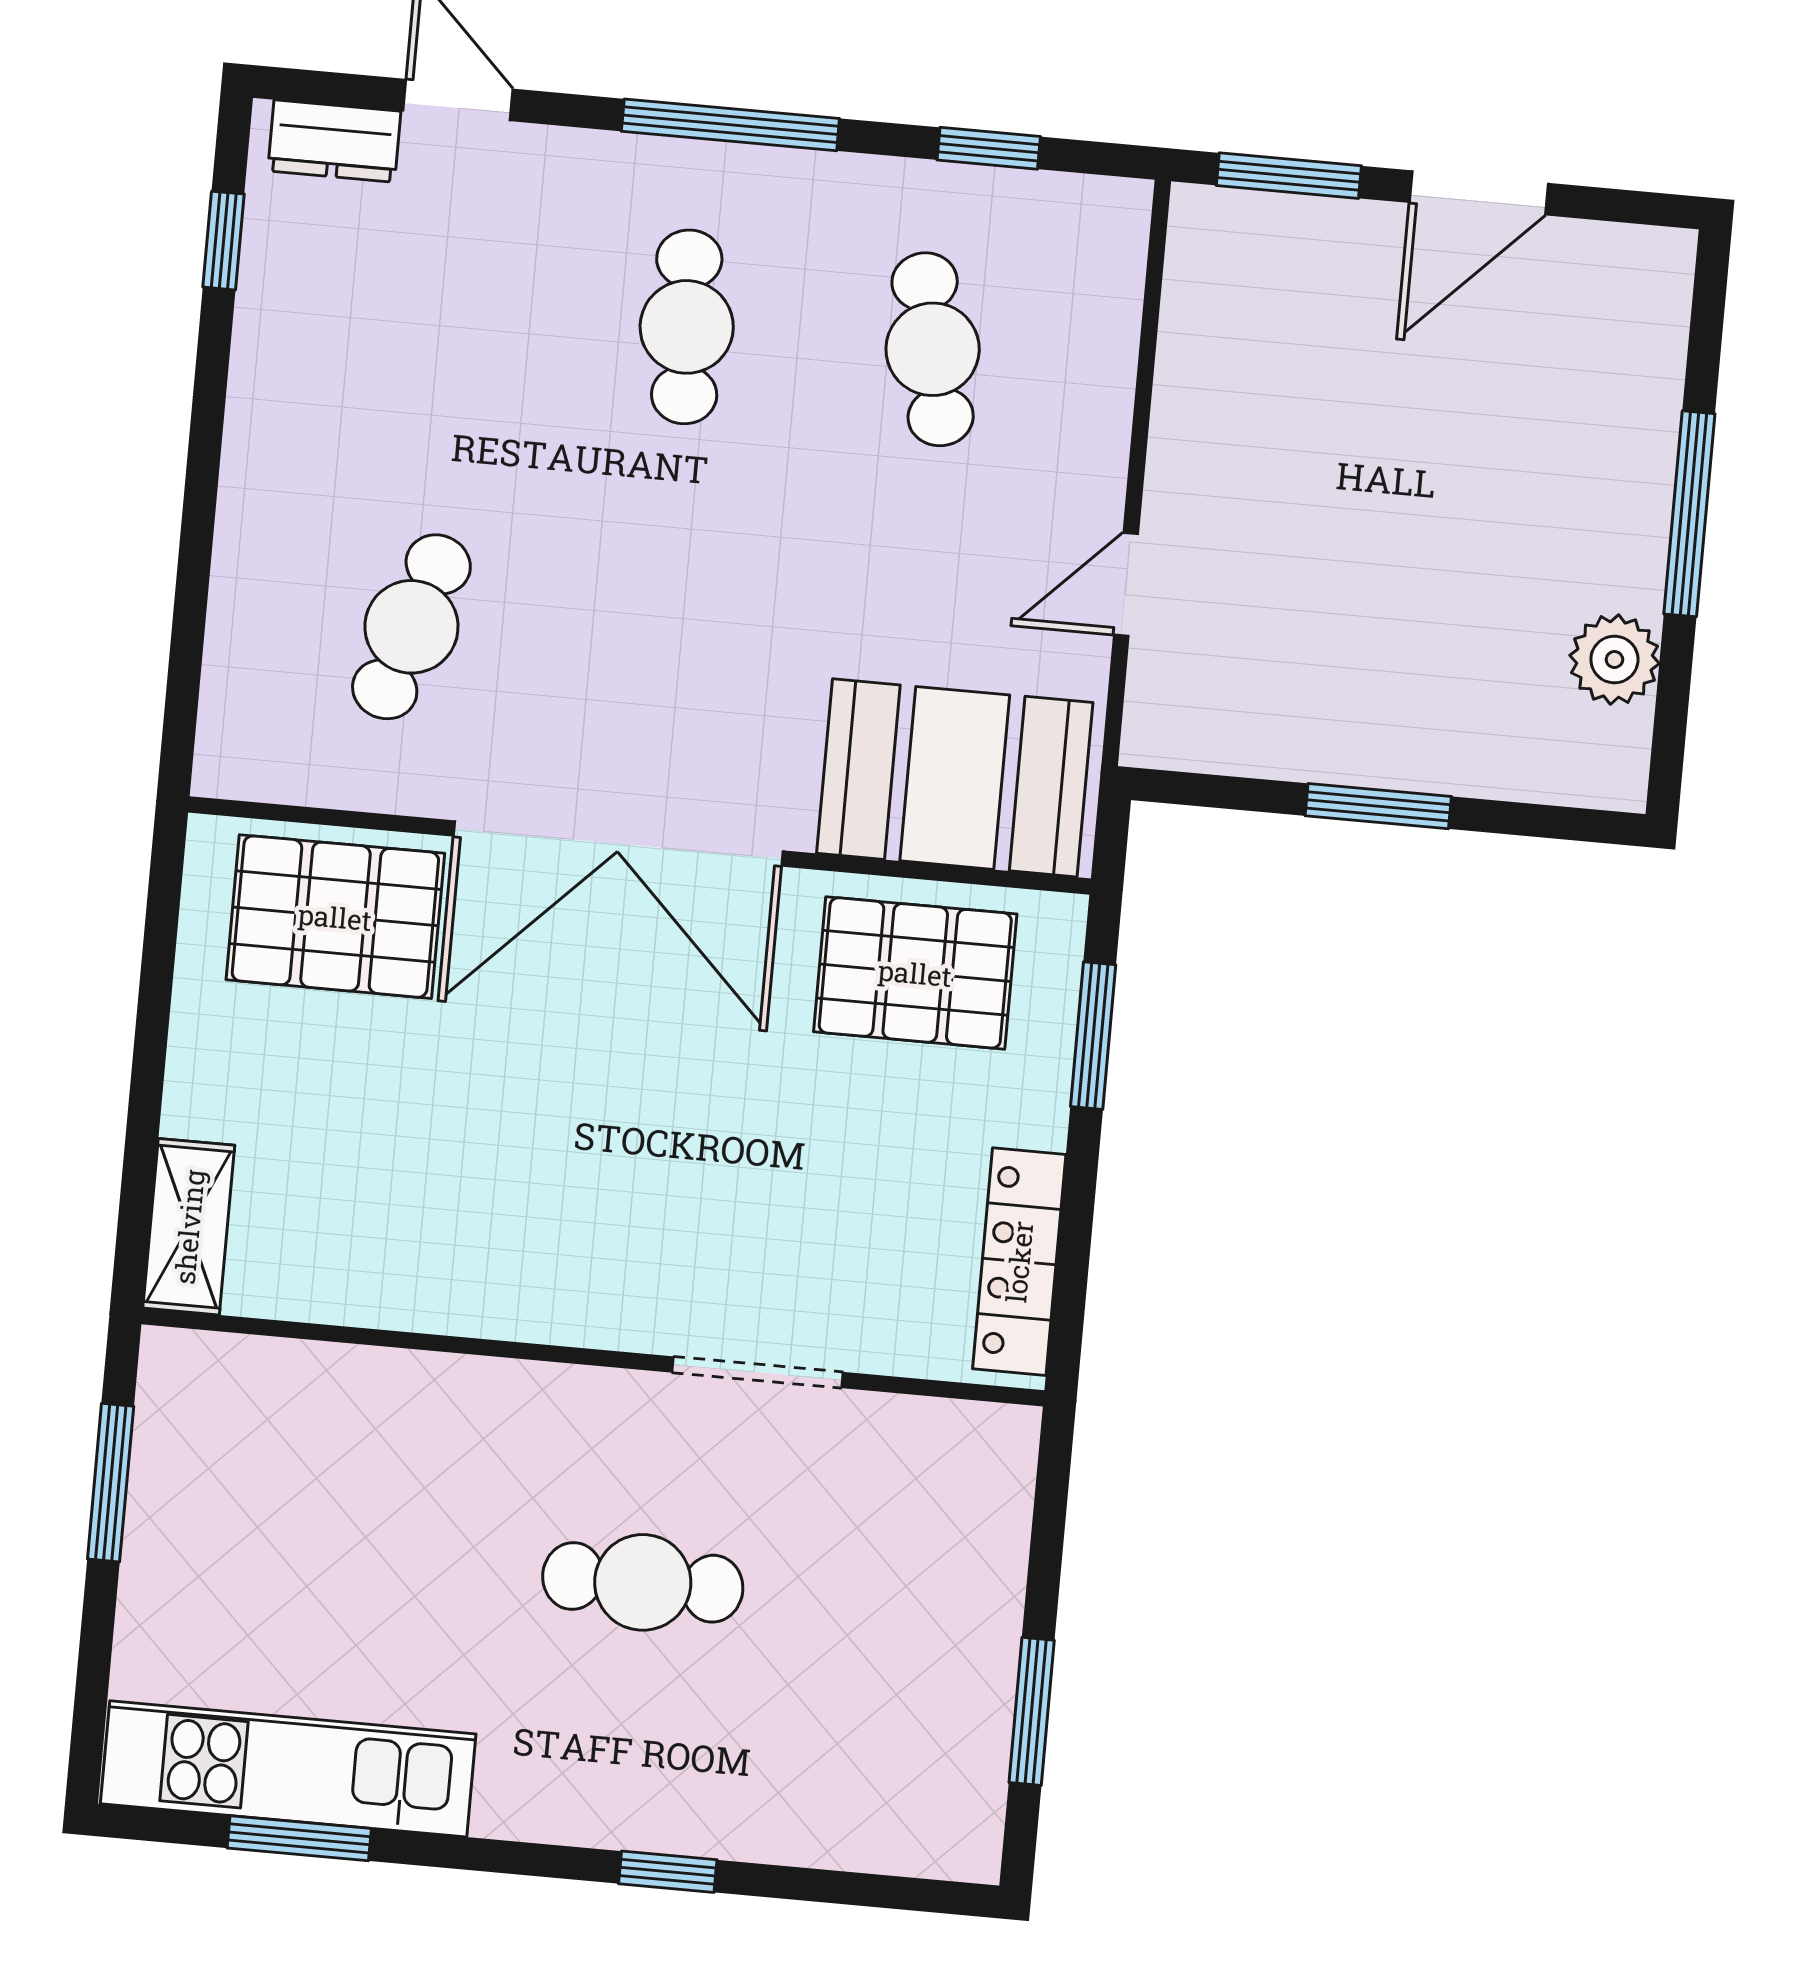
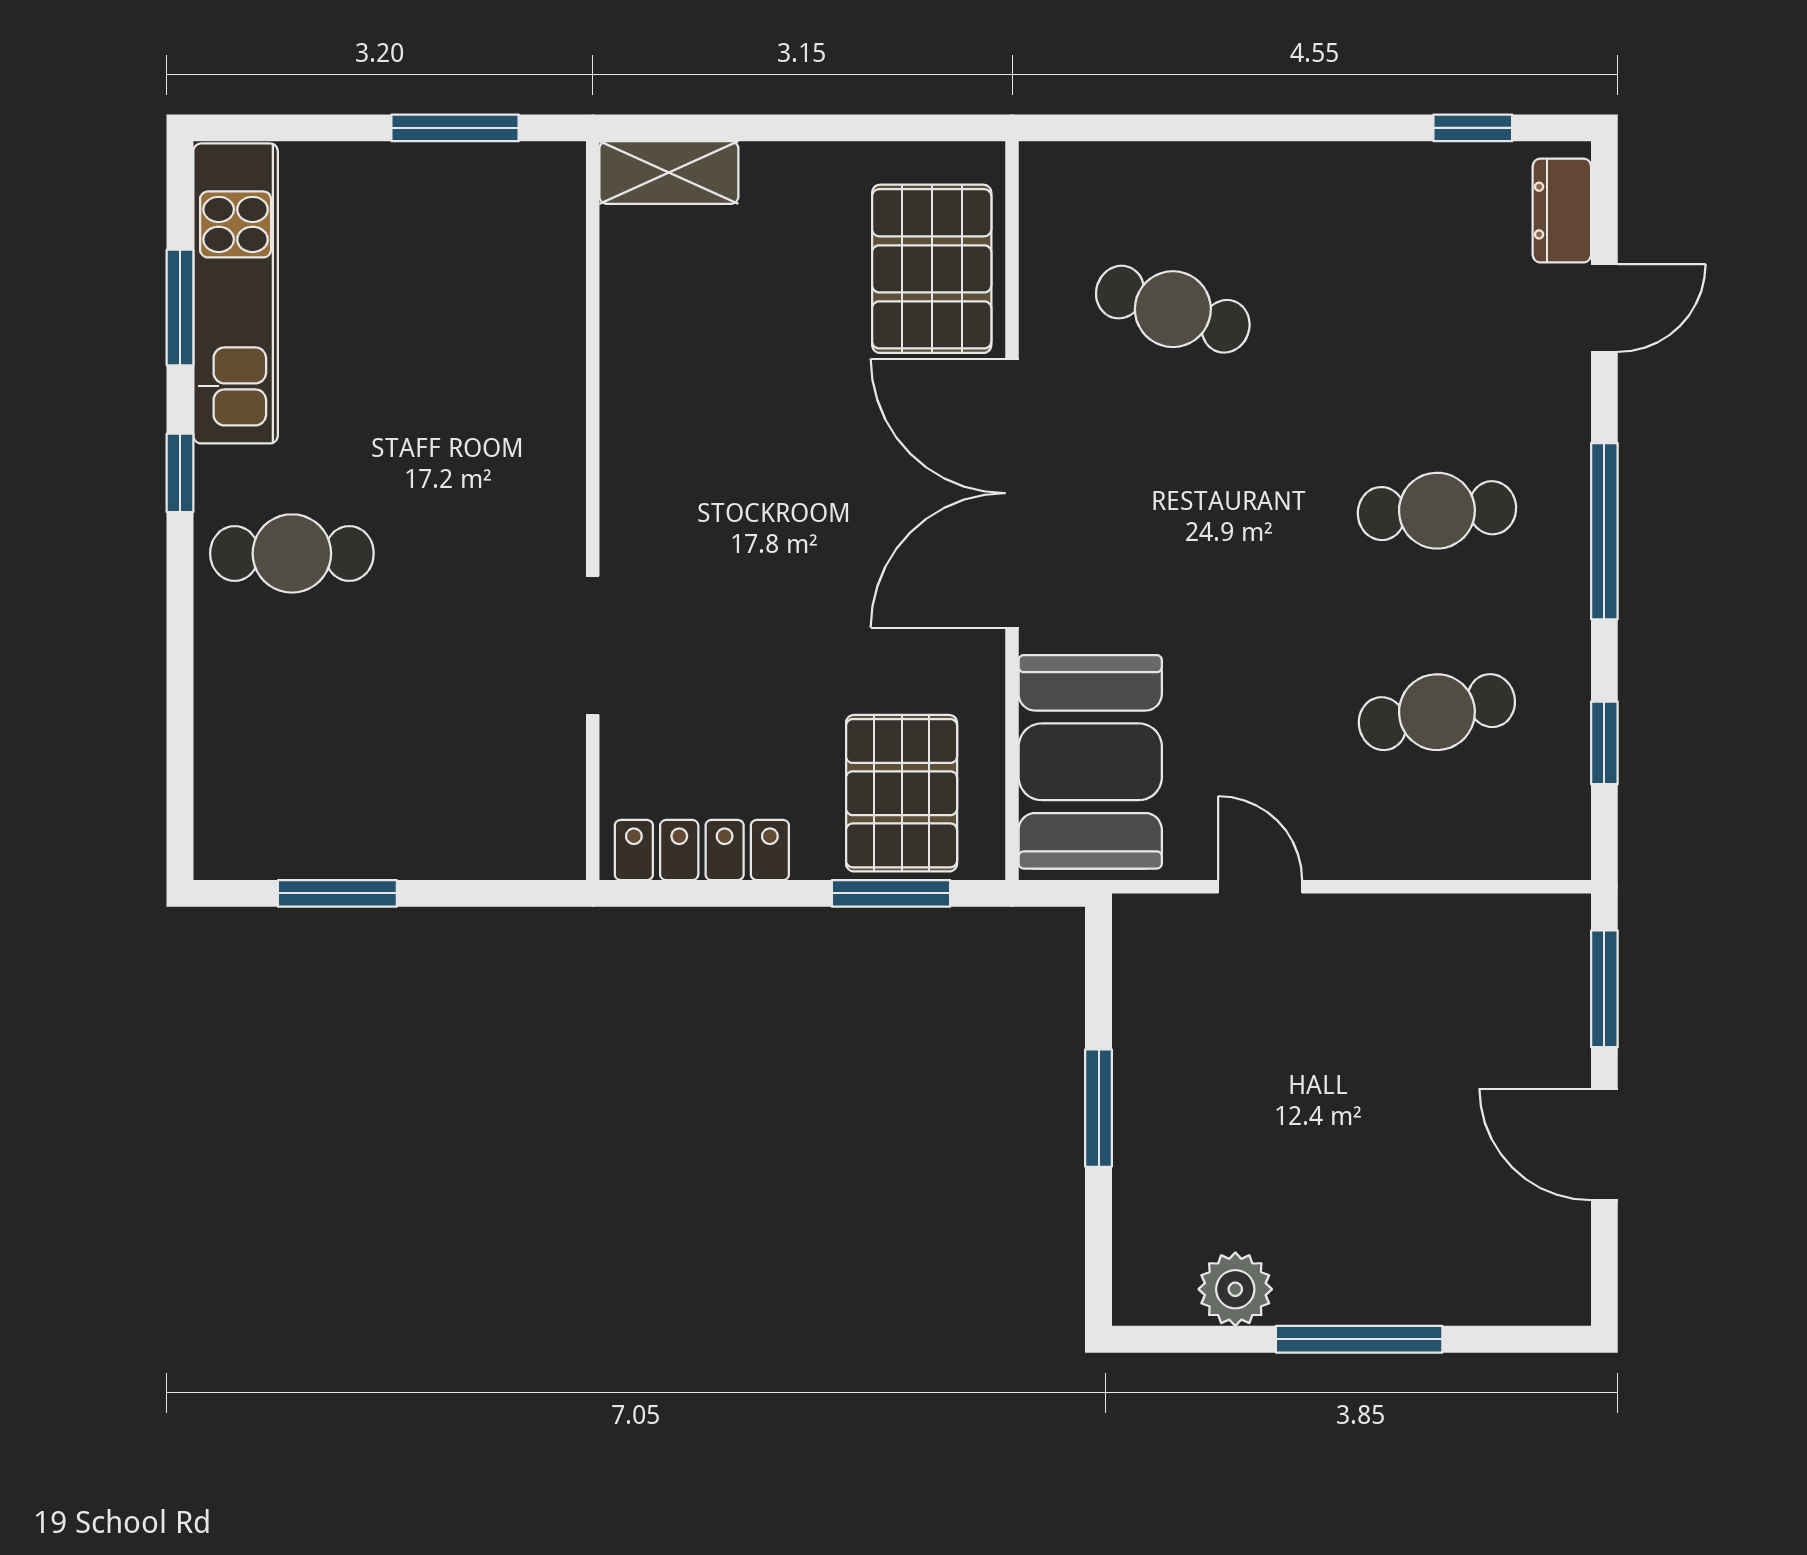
pallet: (915, 973) -> (902, 793), moved
cafe table: (643, 1582) -> (292, 553), moved, turned 90
window: (668, 1872) -> (180, 473), moved

